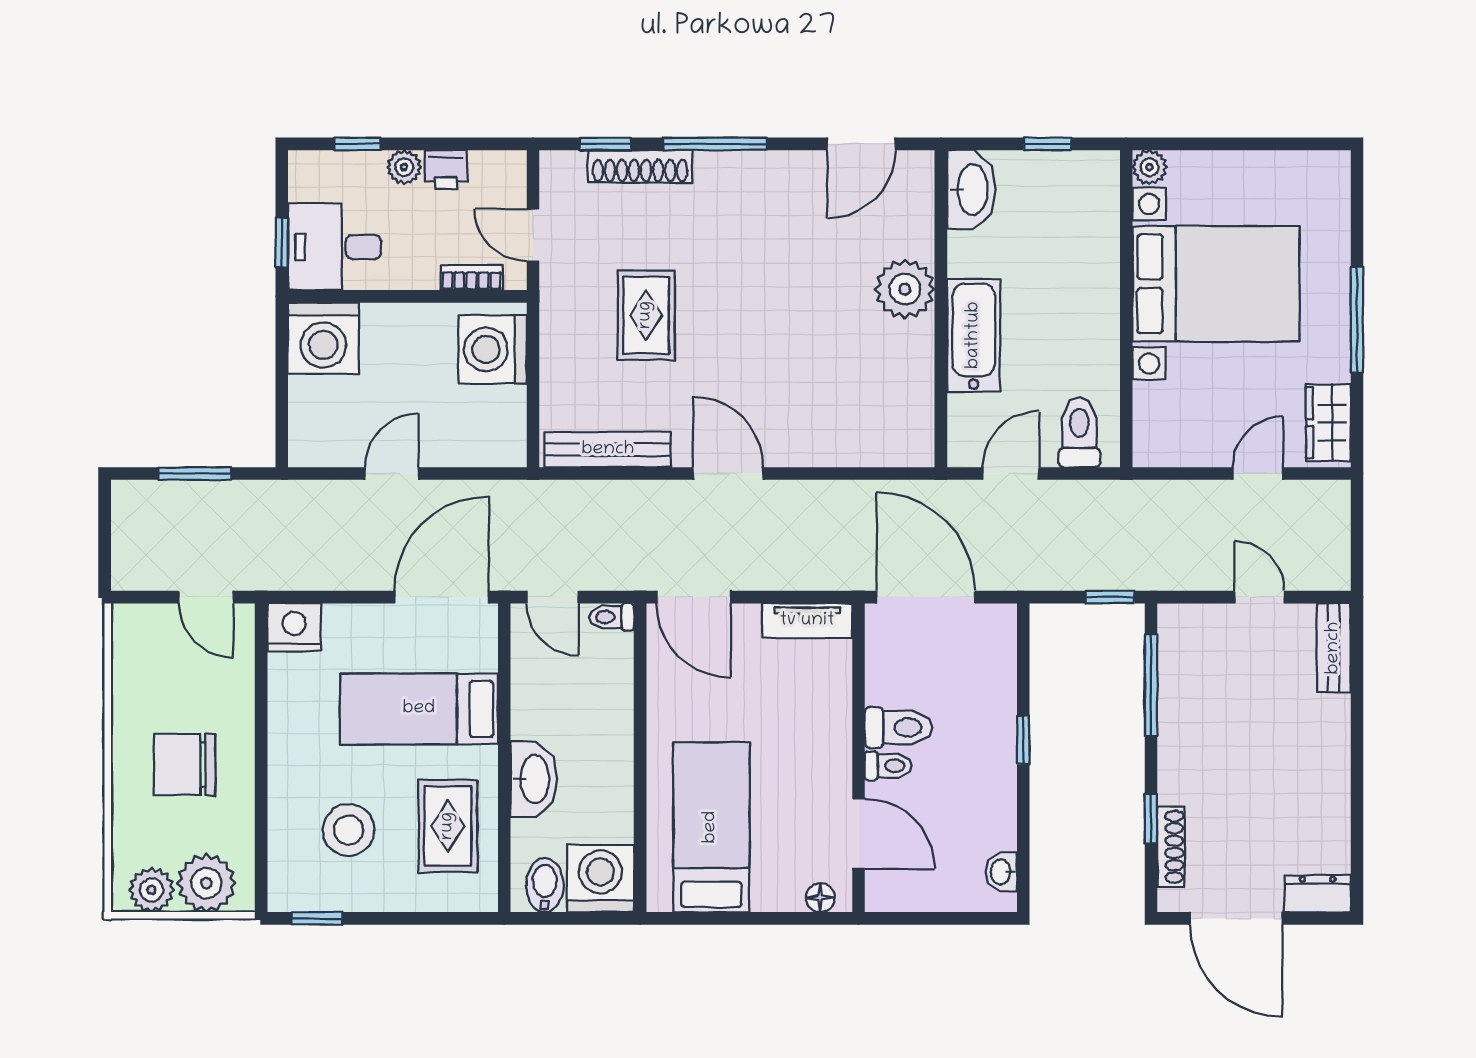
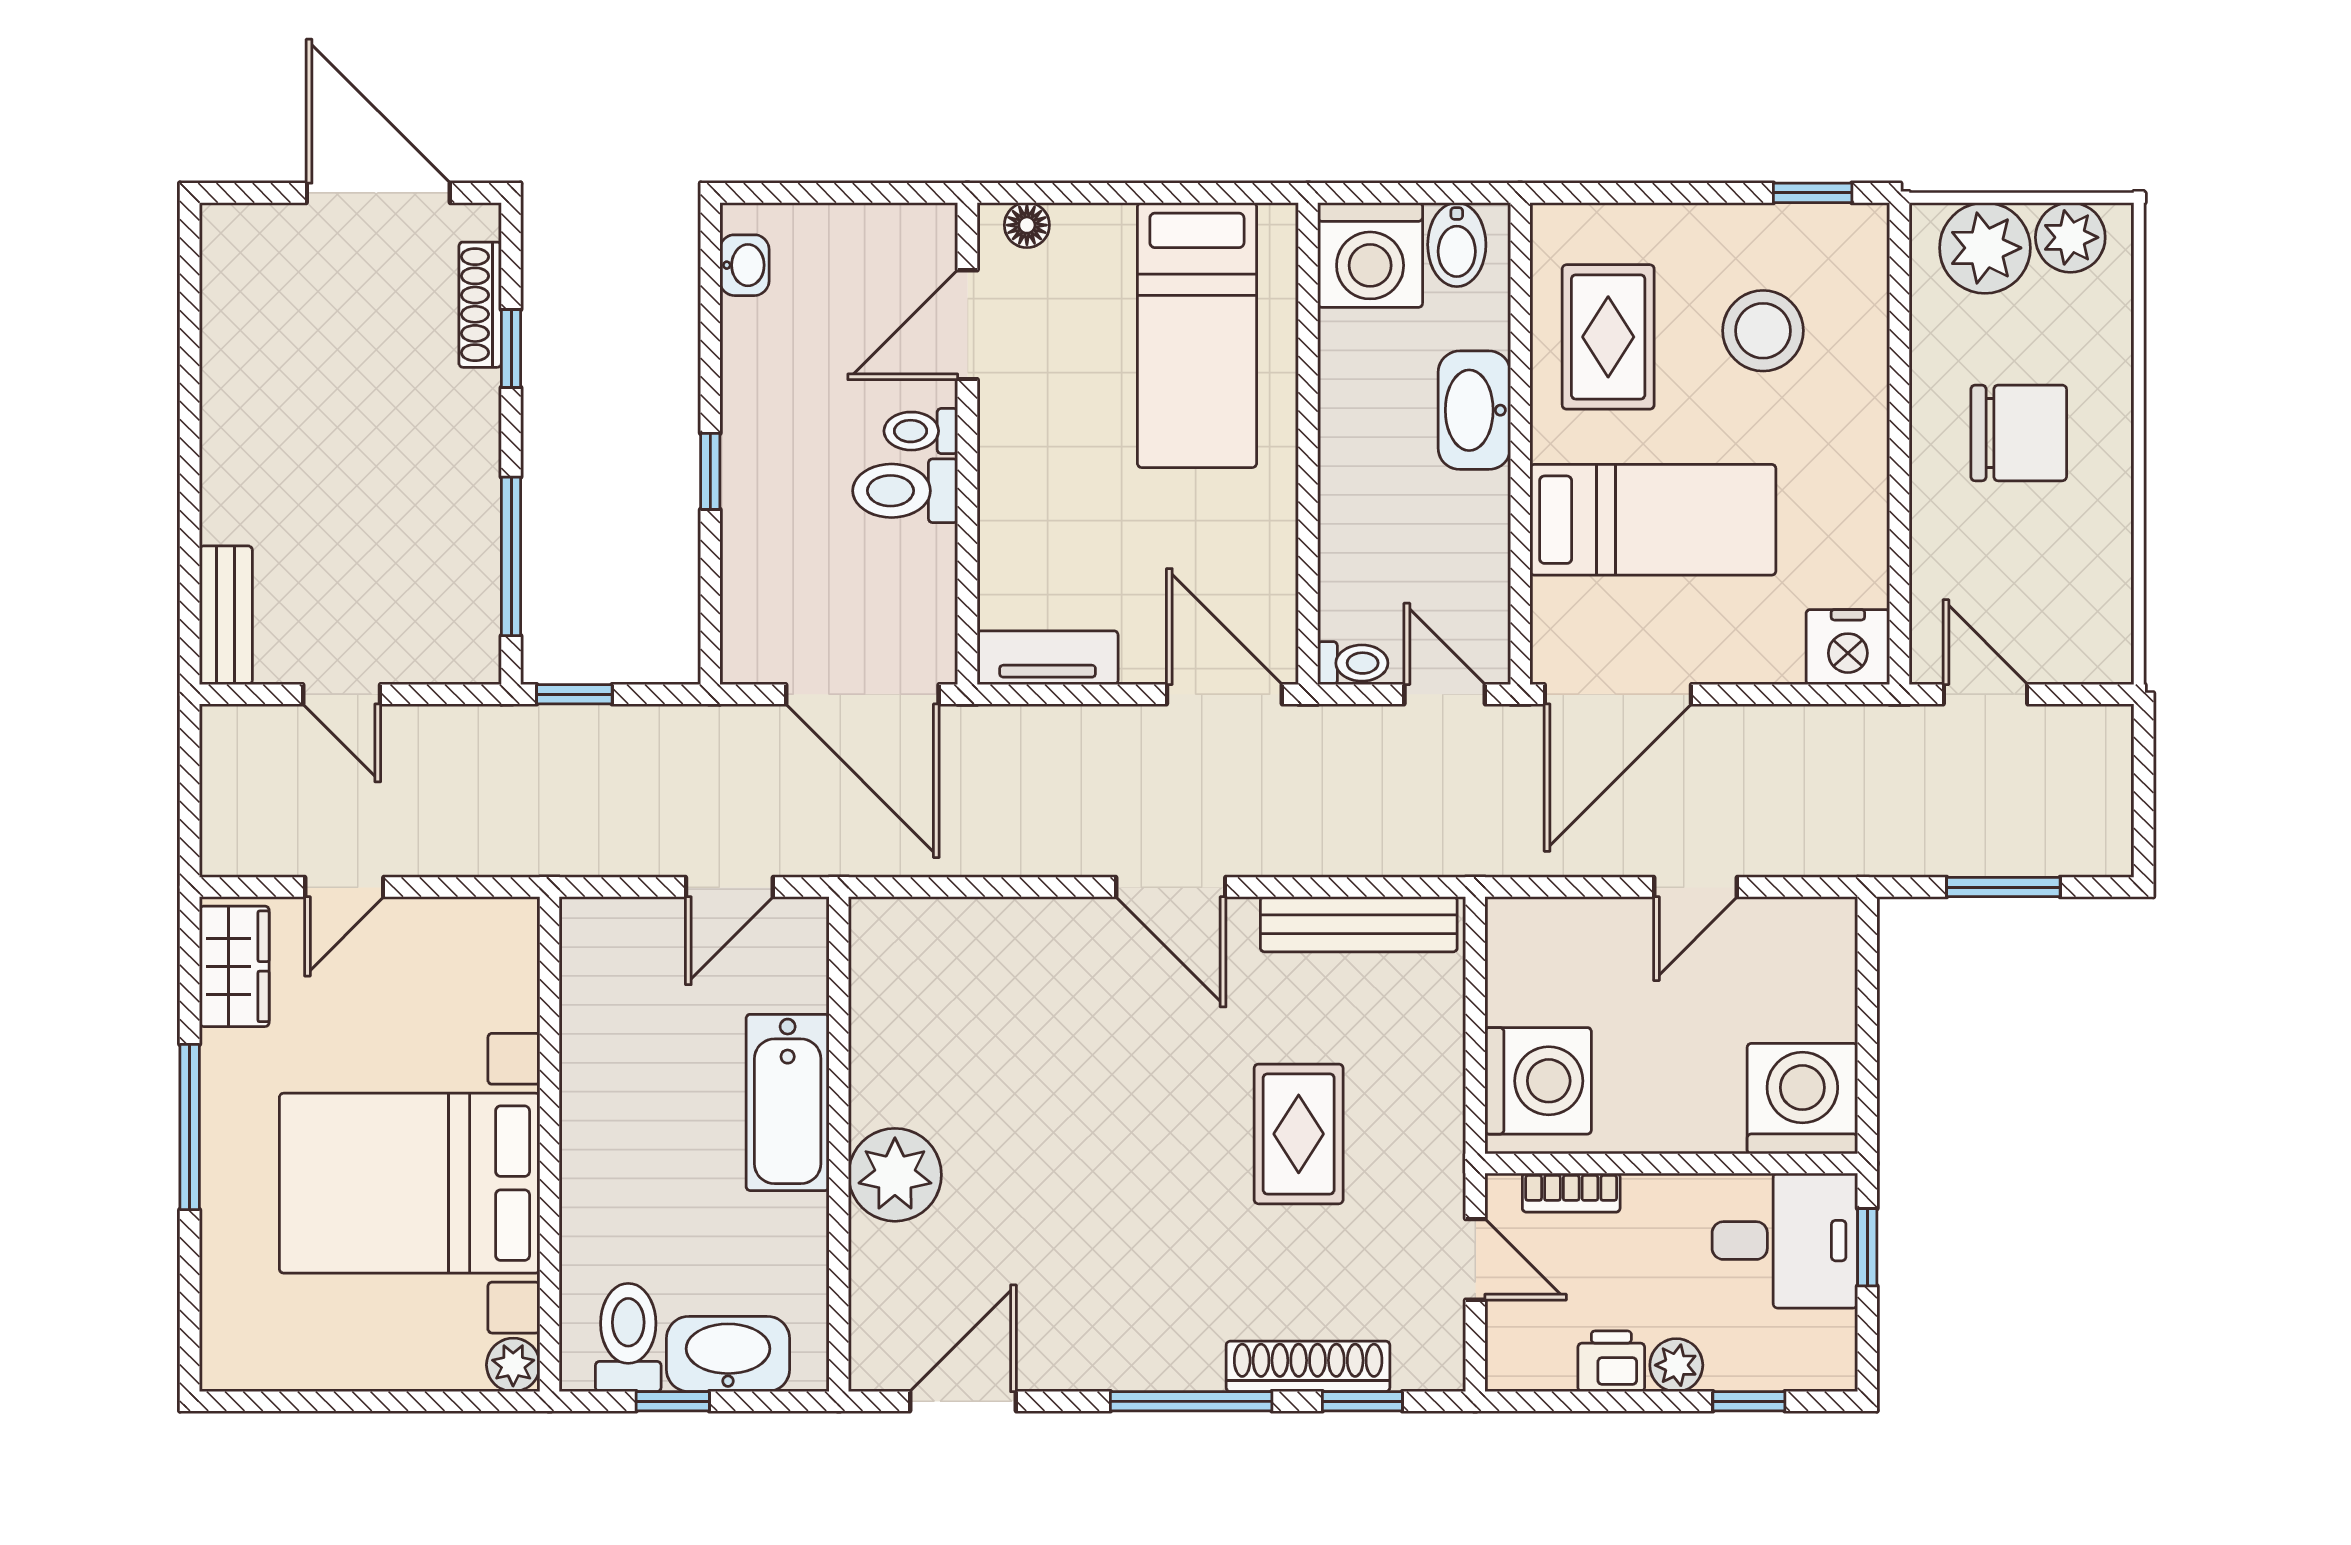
washbasin: (971, 190) -> (728, 1354), moved, turned 90
toilet: (1079, 433) -> (628, 1337), moved, turned 180
door: (858, 834) -> (967, 325), hinge flipped
dresser: (1318, 894) -> (251, 232), removed

